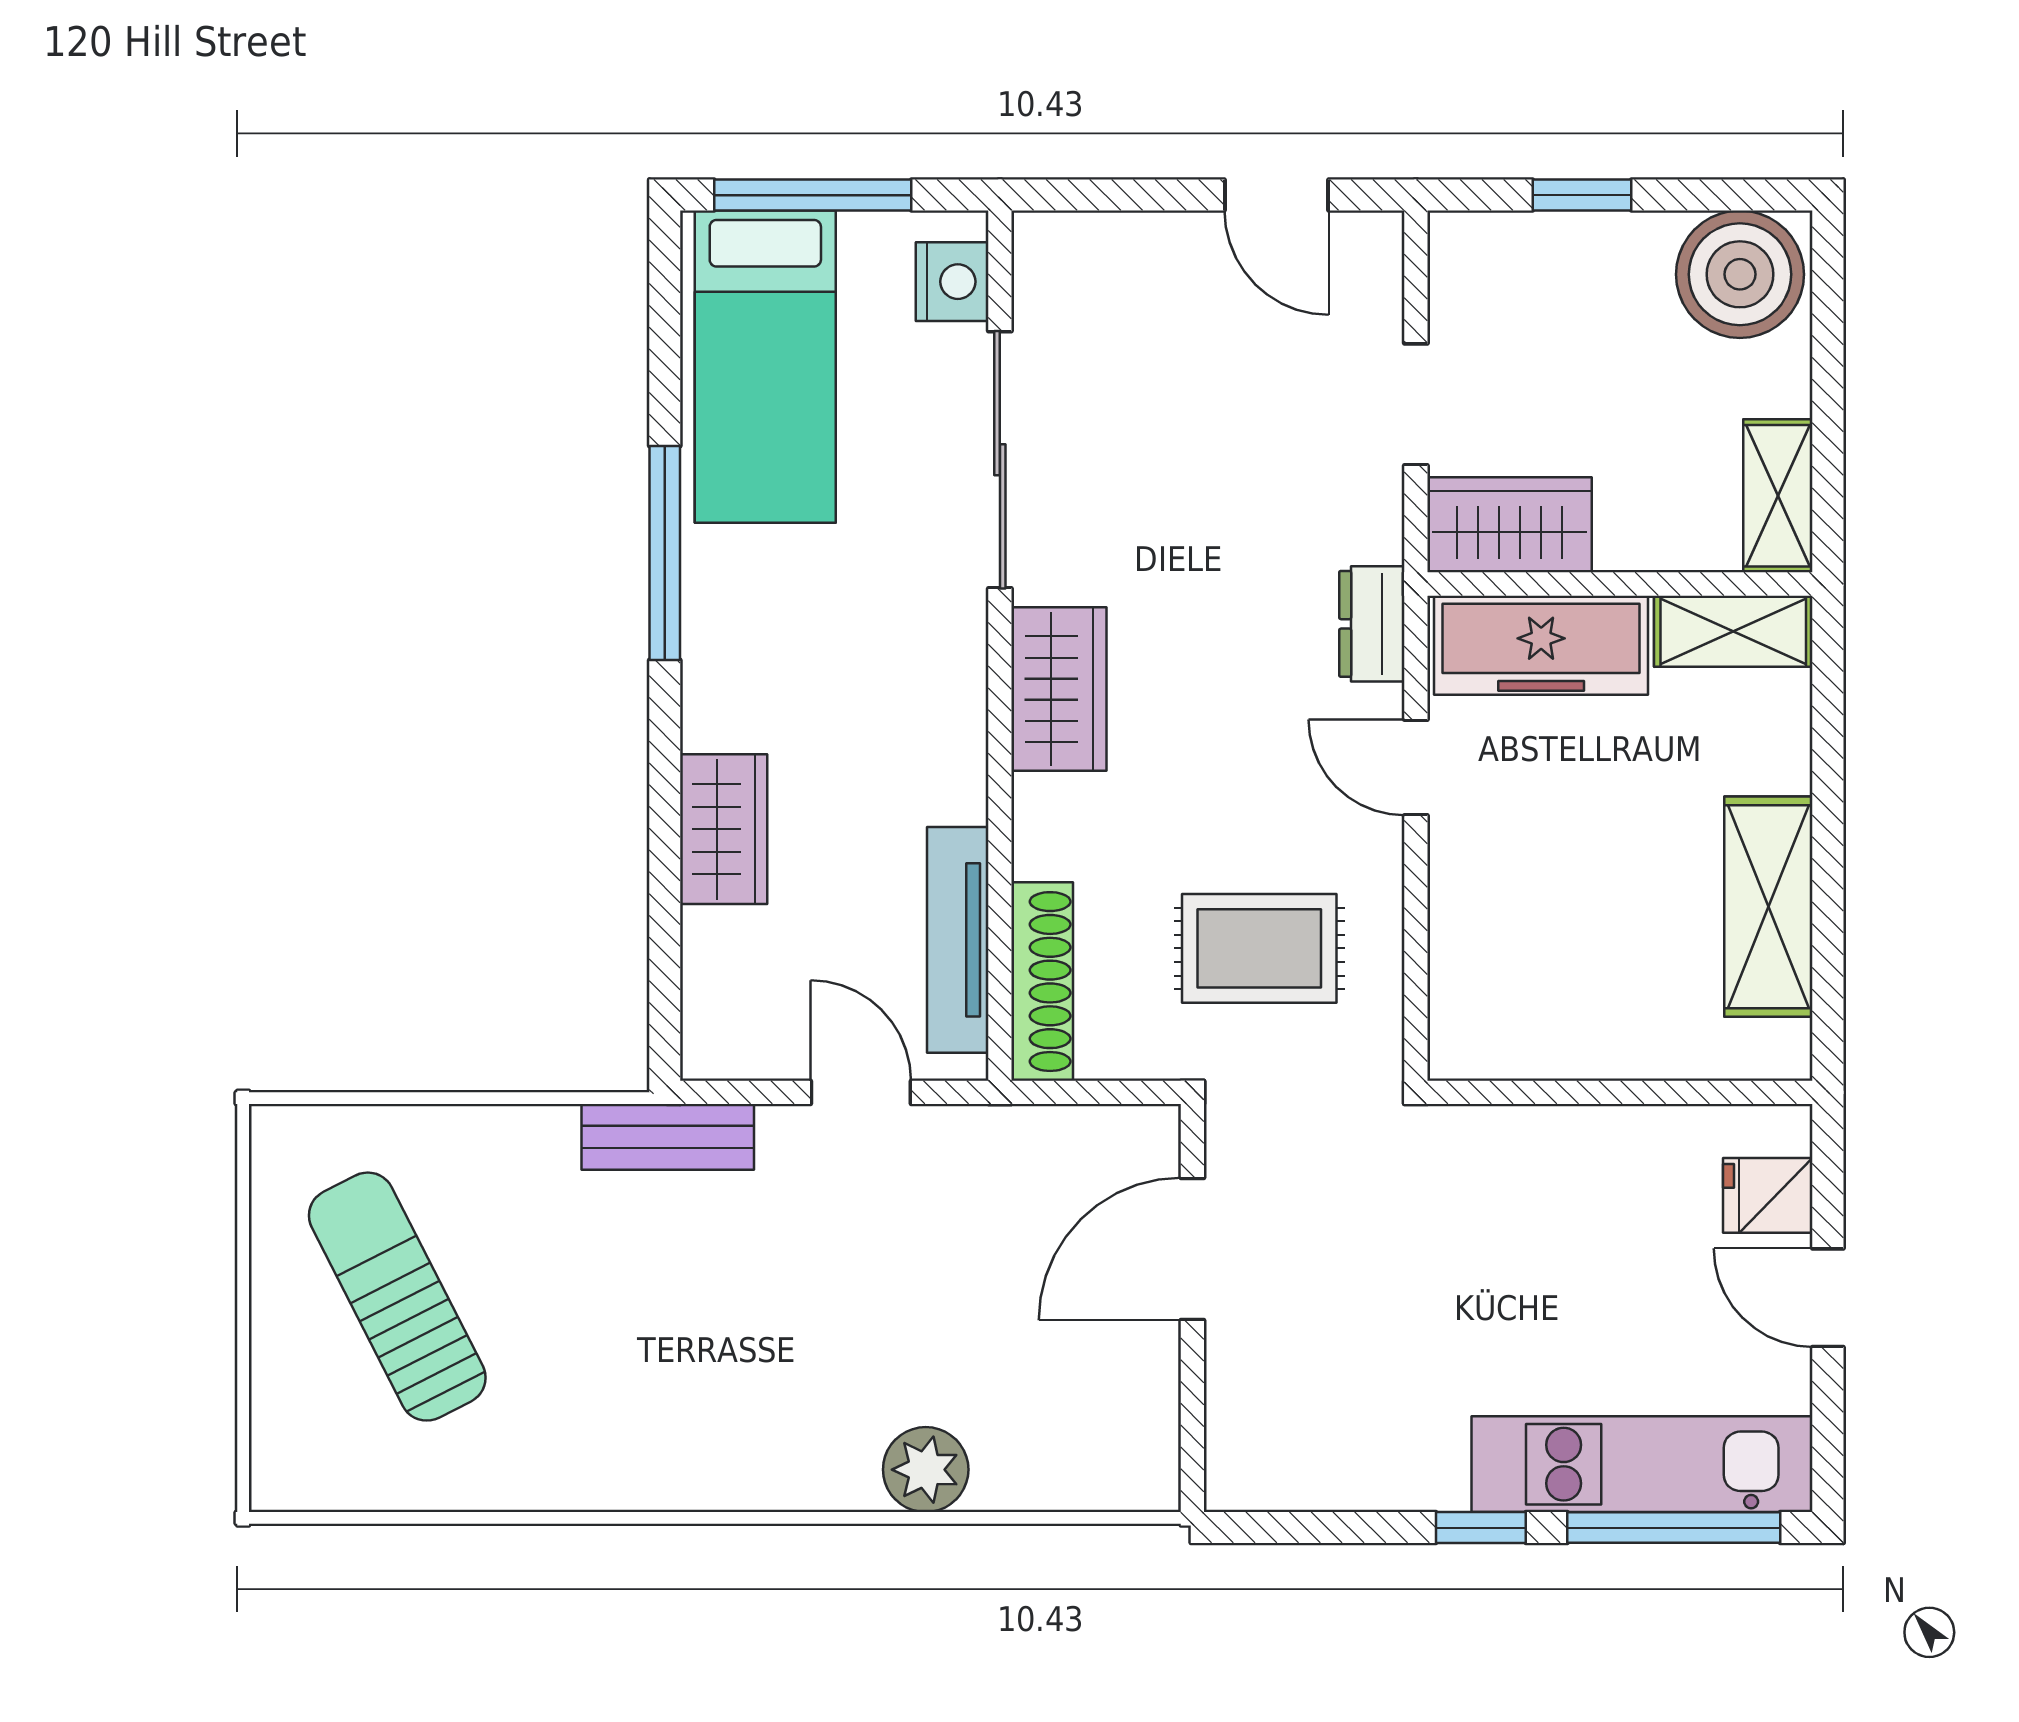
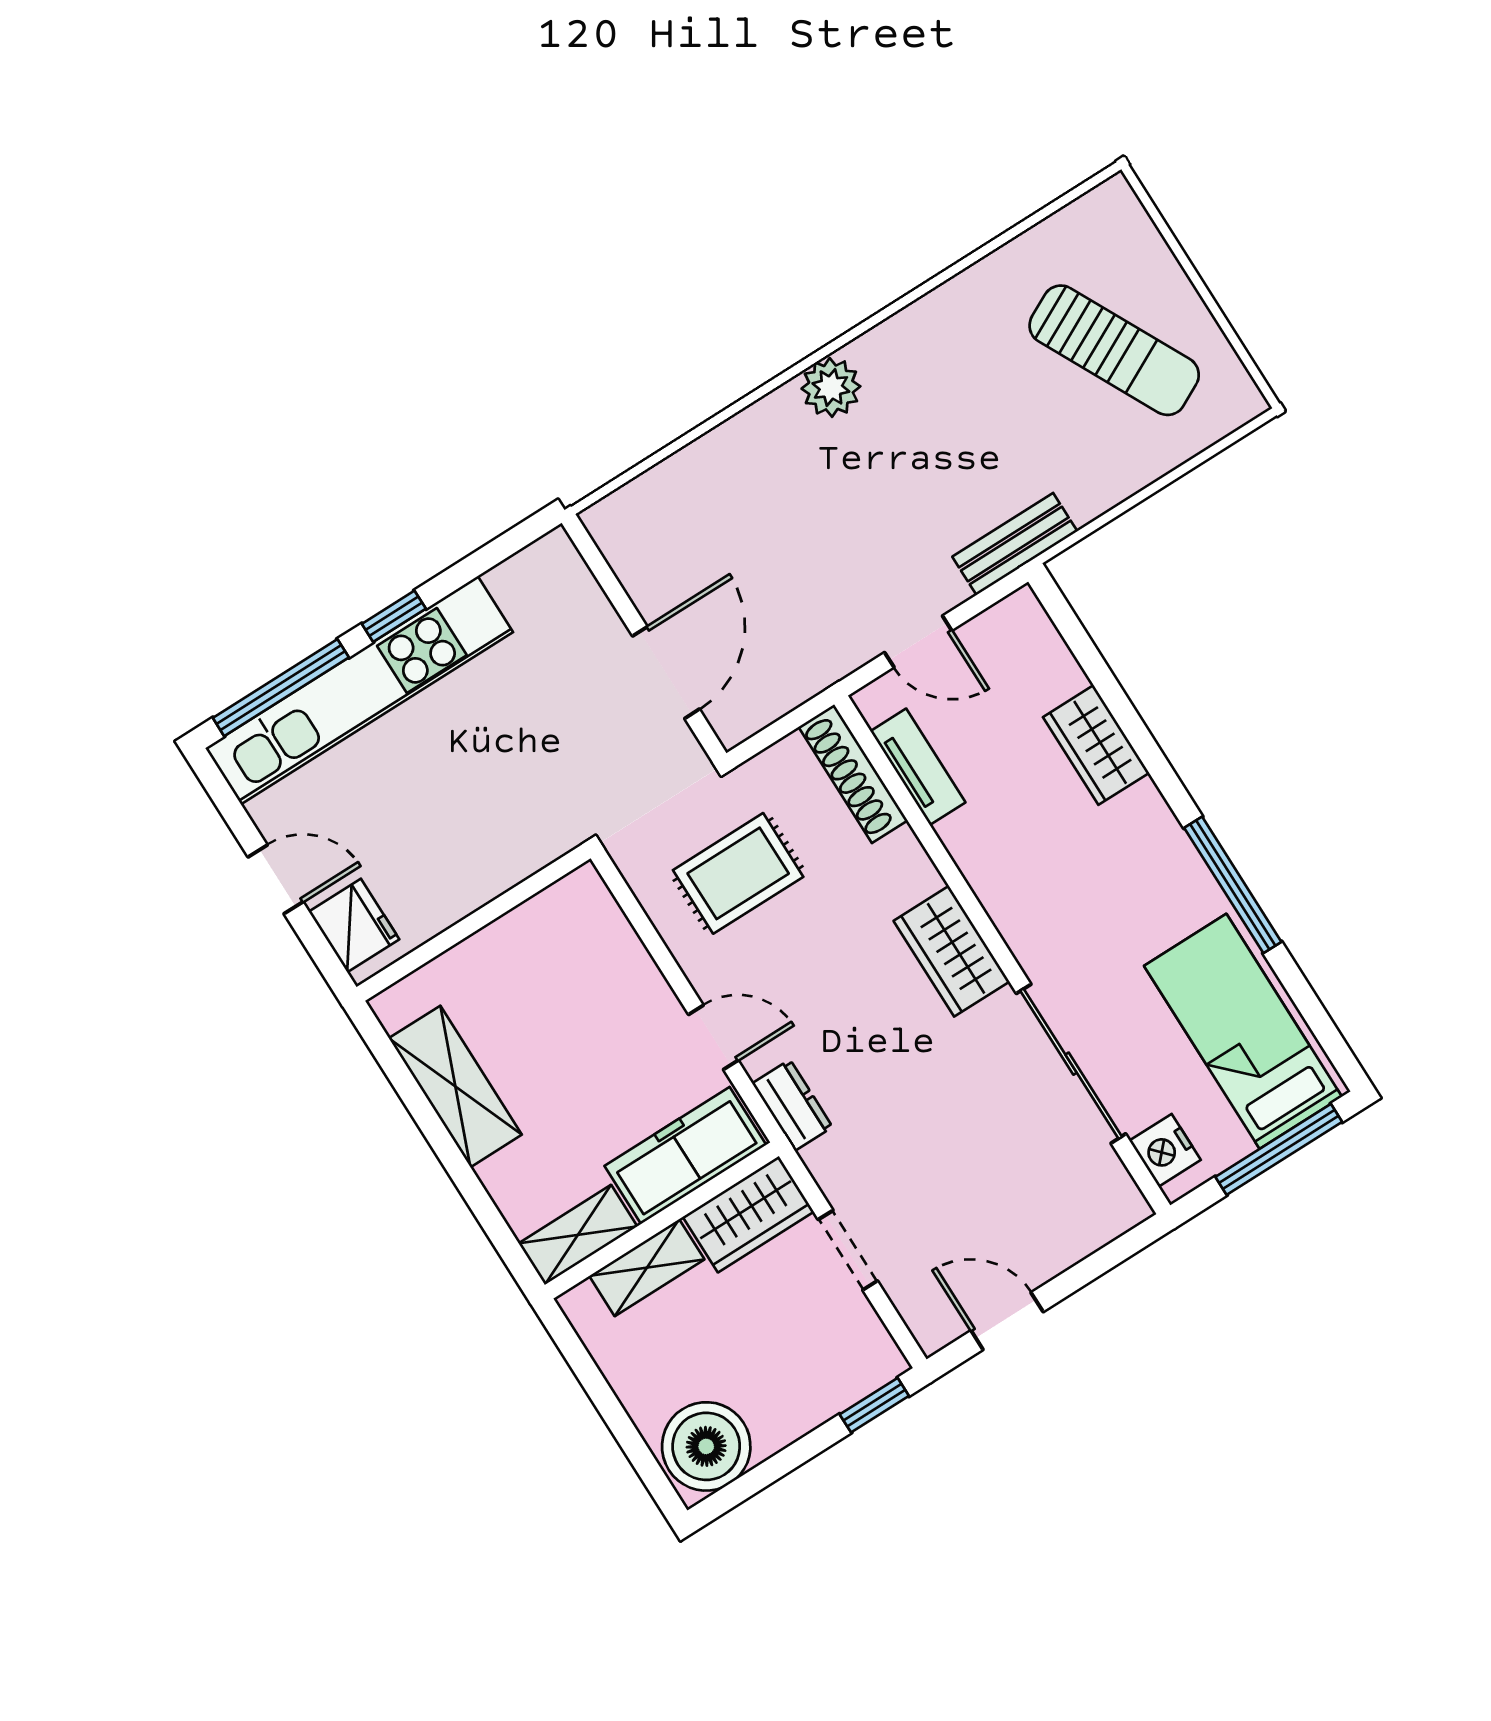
window: (1582, 195) -> (874, 1405), moved
shelving: (1778, 496) -> (647, 1268), moved, turned 90
tv unit: (958, 940) -> (918, 767), width x0.71
fridge: (1768, 1195) -> (354, 925), width x1.38
kitchen unit: (1642, 1464) -> (359, 690), width x1.36
plant: (926, 1470) -> (831, 387), moved

